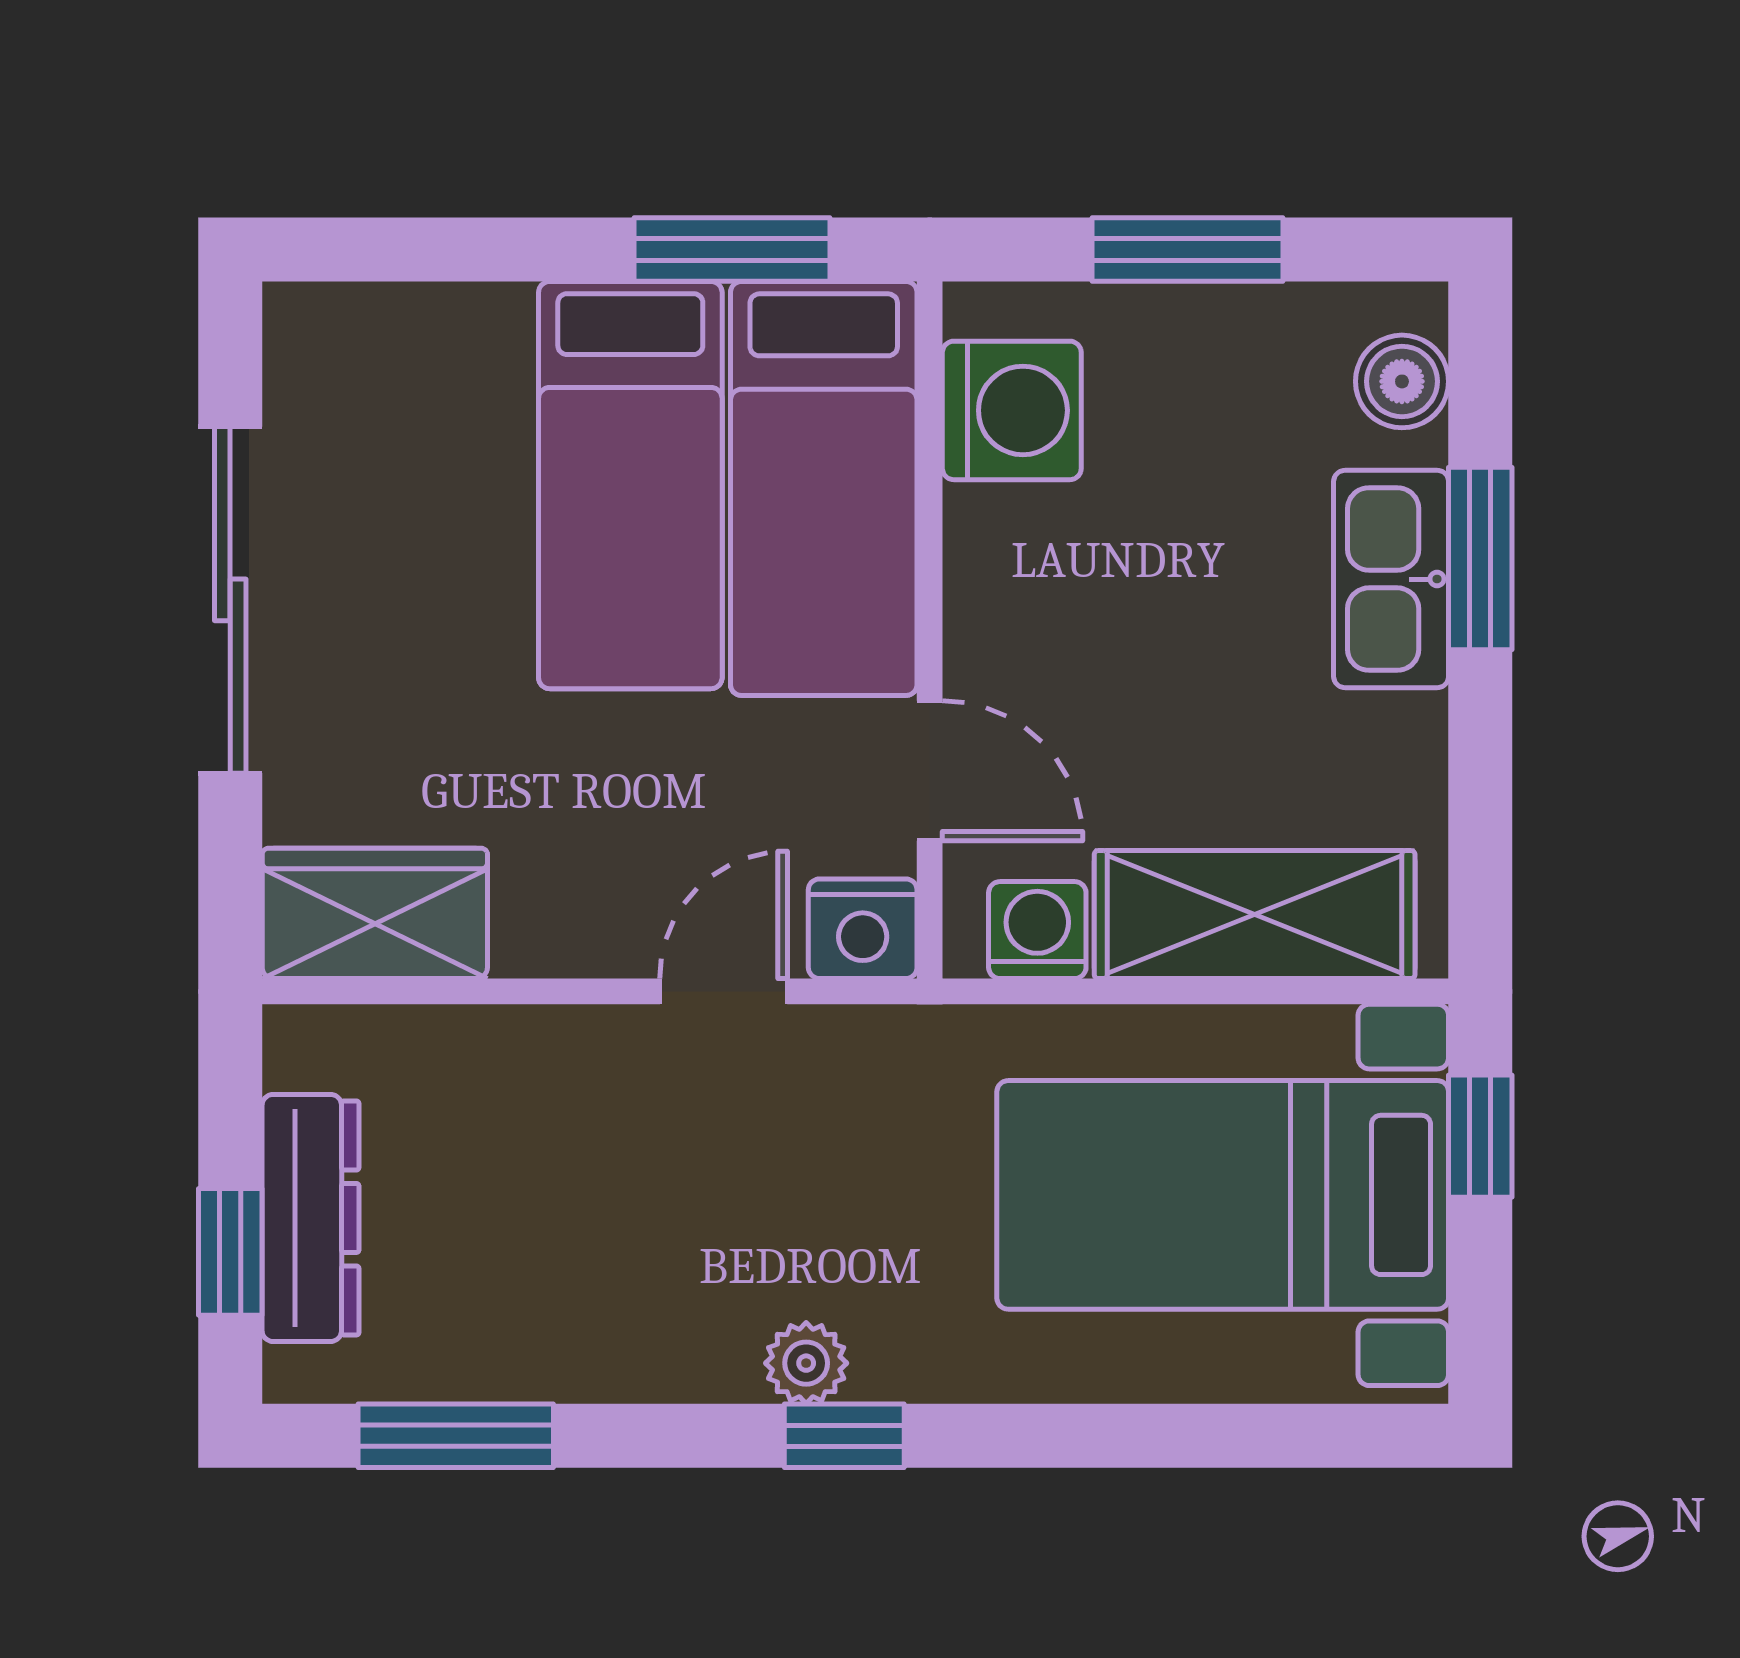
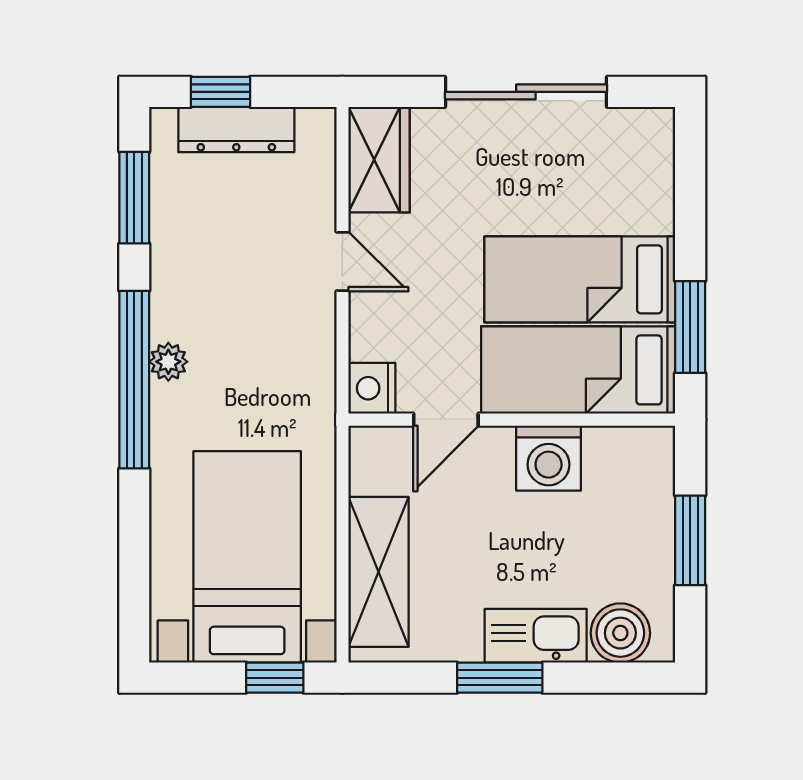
boiler: (1402, 381) -> (620, 633), width x1.36, depth x1.36
washing machine: (1012, 410) -> (549, 458), moved
window: (1480, 558) -> (500, 678), moved
washing machine: (1037, 930) -> (371, 470), removed
door: (724, 991) -> (342, 262), moved
window: (844, 1436) -> (134, 380), width x3.17

